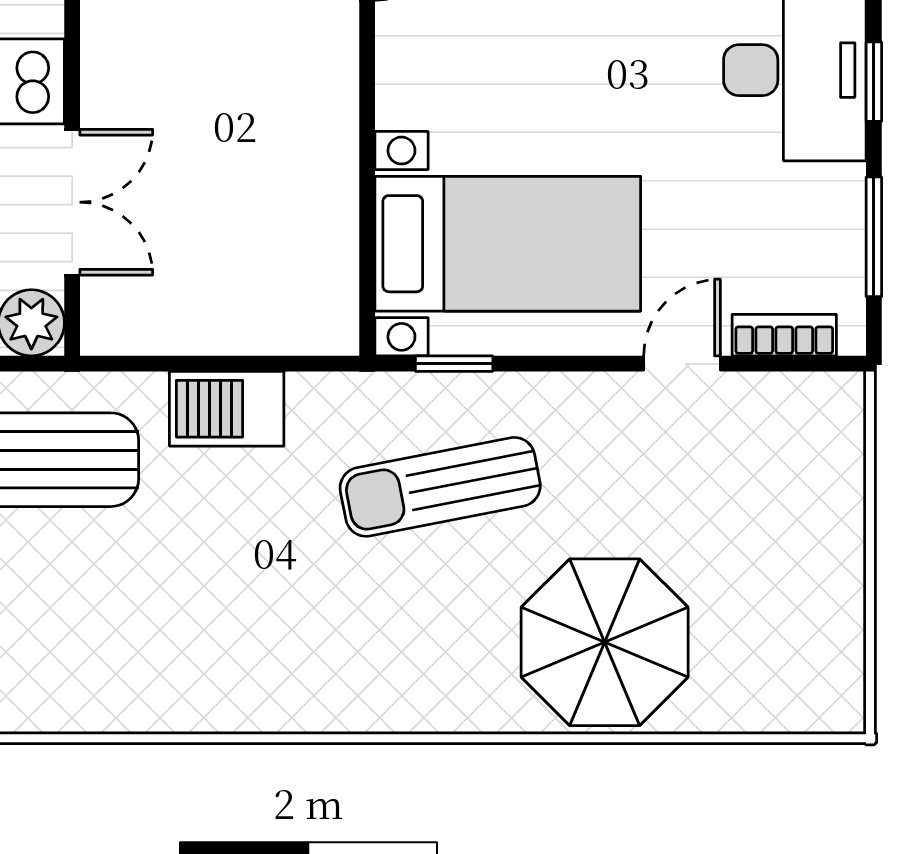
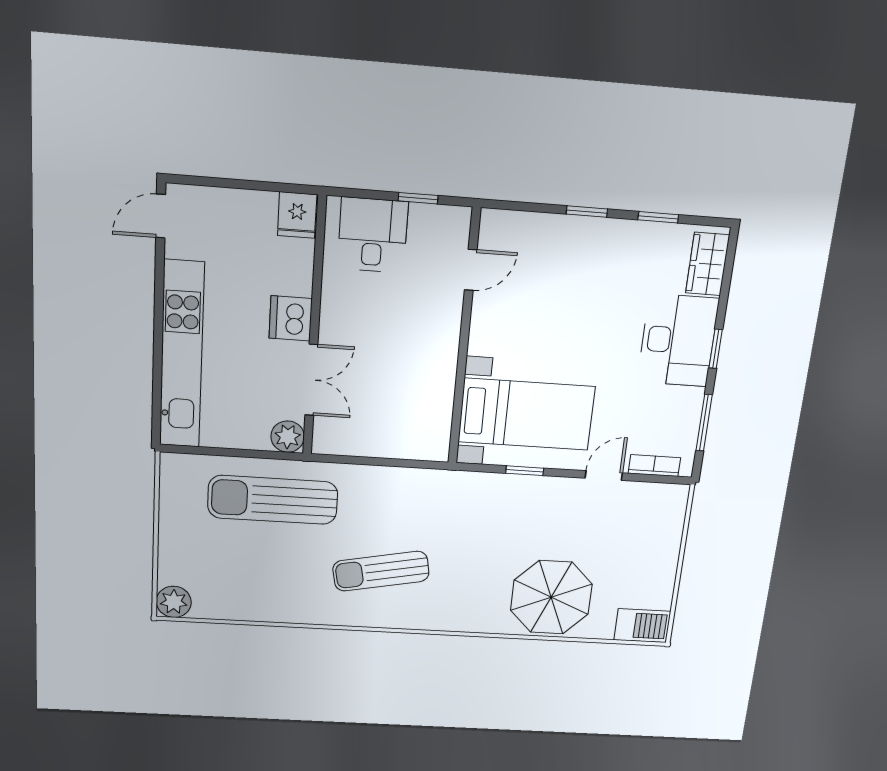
window: (454, 364) -> (525, 471), moved
barbecue: (227, 409) -> (642, 626), moved, turned 180
sun lounger: (440, 487) -> (381, 571), moved

